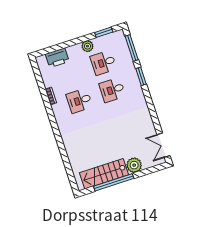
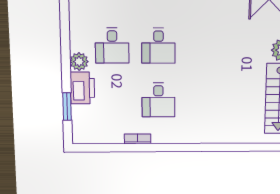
window: (104, 32) -> (67, 107), moved
printer: (57, 58) -> (82, 88), moved

